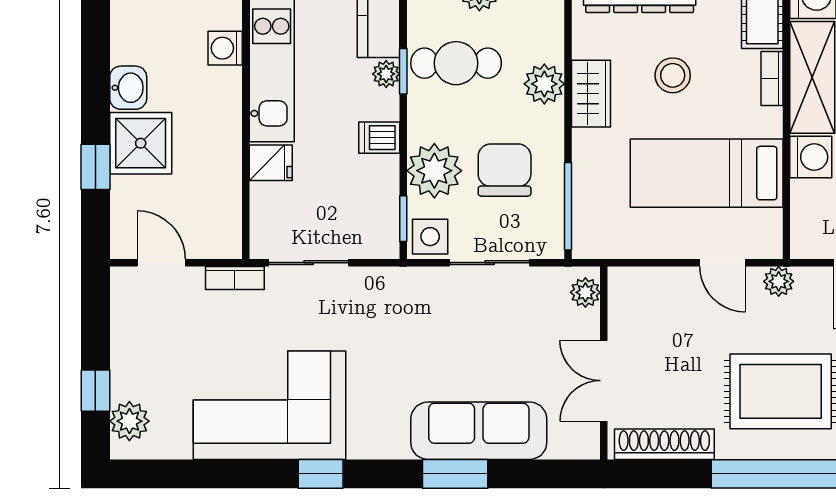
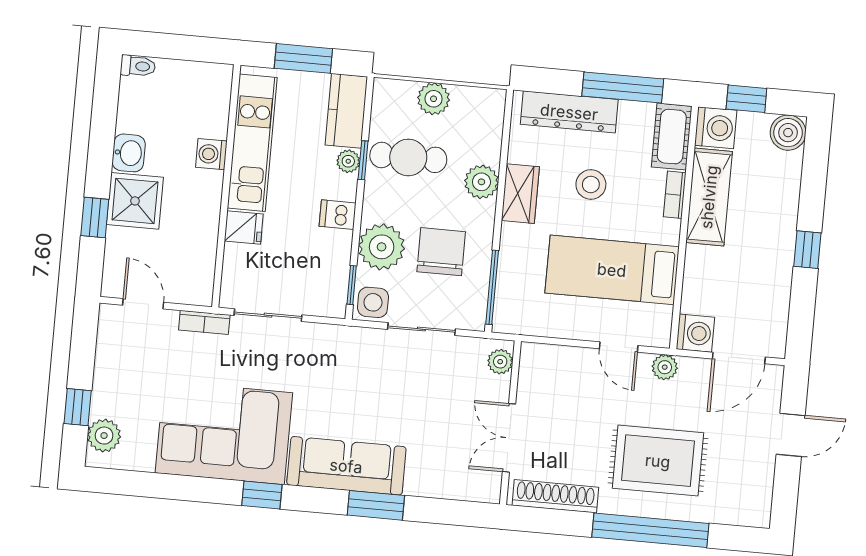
washing machine: (225, 48) -> (211, 154), moved
washing machine: (811, 157) -> (695, 333), moved
sofa: (479, 431) -> (346, 466), moved

